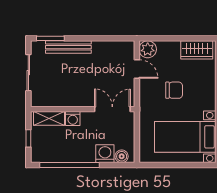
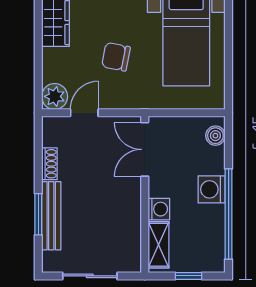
window: (50, 38) -> (38, 214), moved
shoe rack: (103, 46) -> (49, 164), added
chair: (174, 90) -> (116, 57), turned -79
washing machine: (105, 154) -> (212, 189), moved

